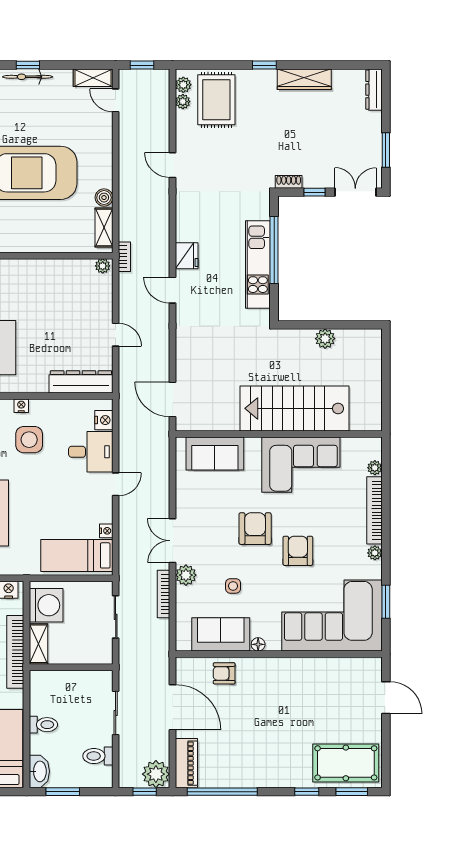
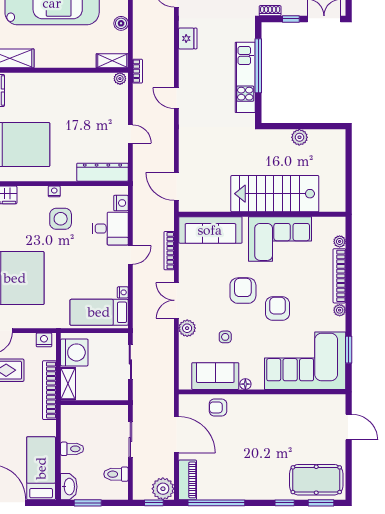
shelving: (104, 228) -> (112, 61), moved, turned 90
fridge: (187, 256) -> (188, 38), moved
sofa: (215, 453) -> (210, 230), width x1.36
bookcase: (164, 594) -> (169, 251), moved

